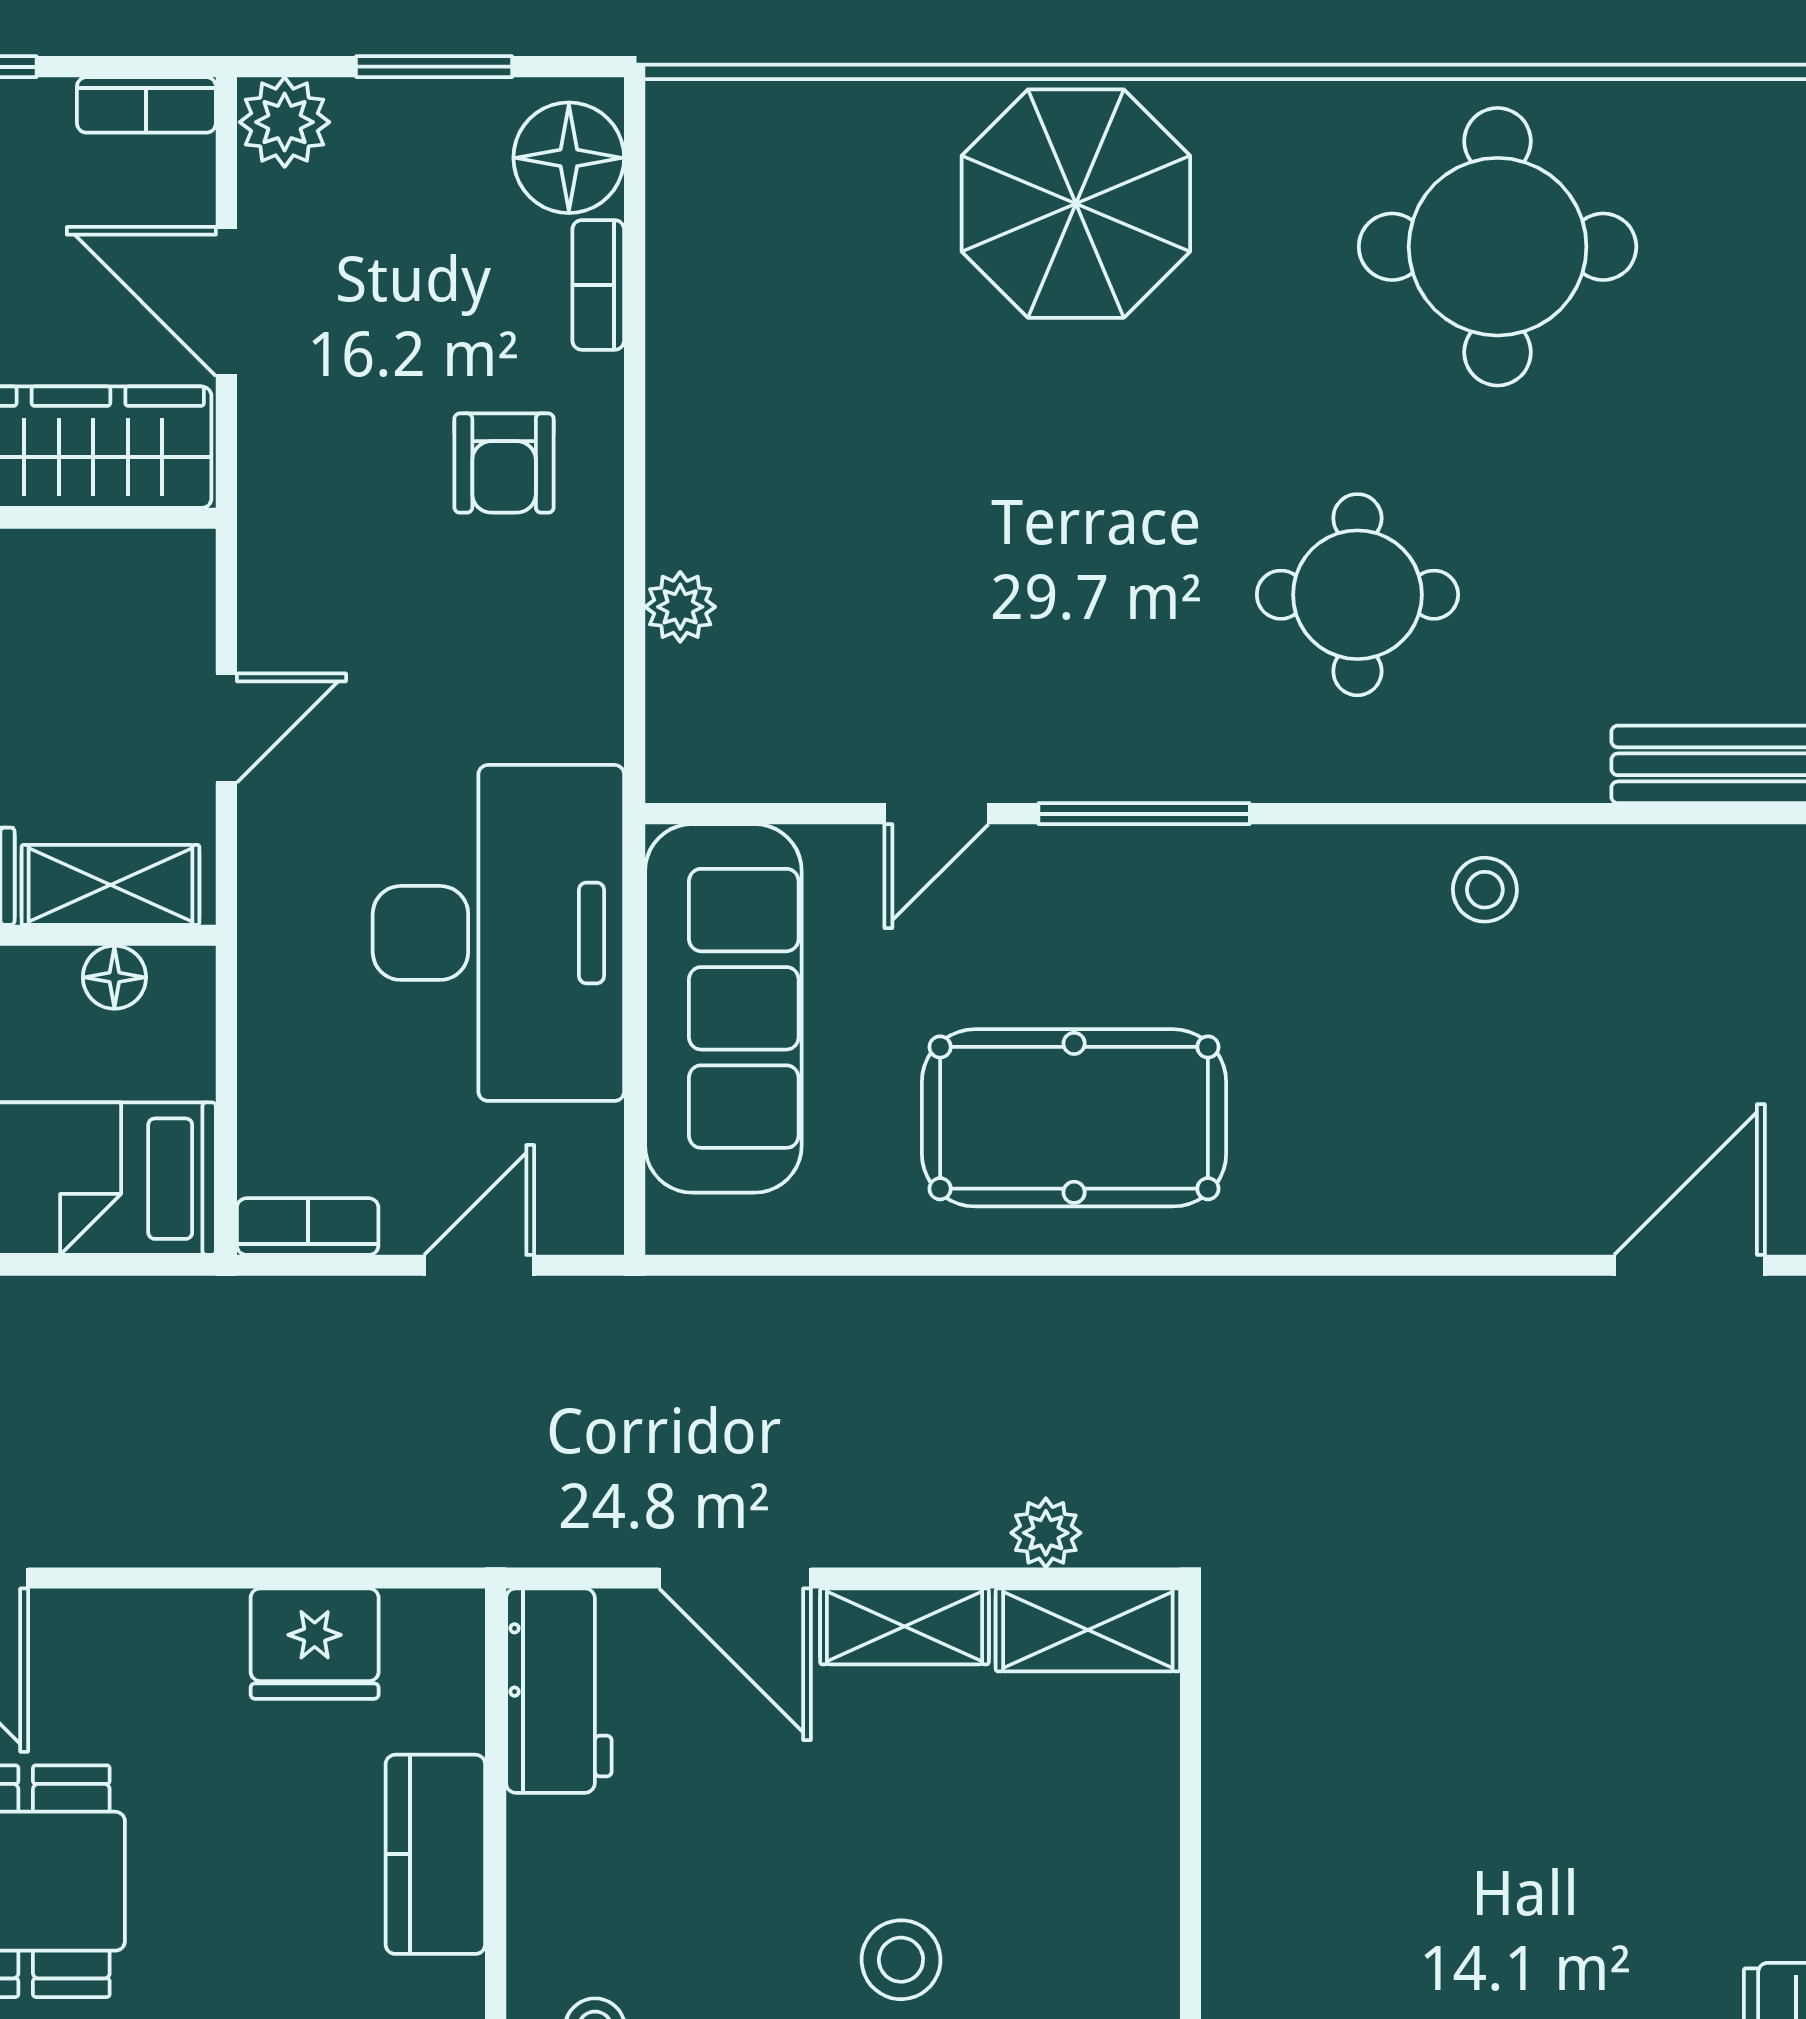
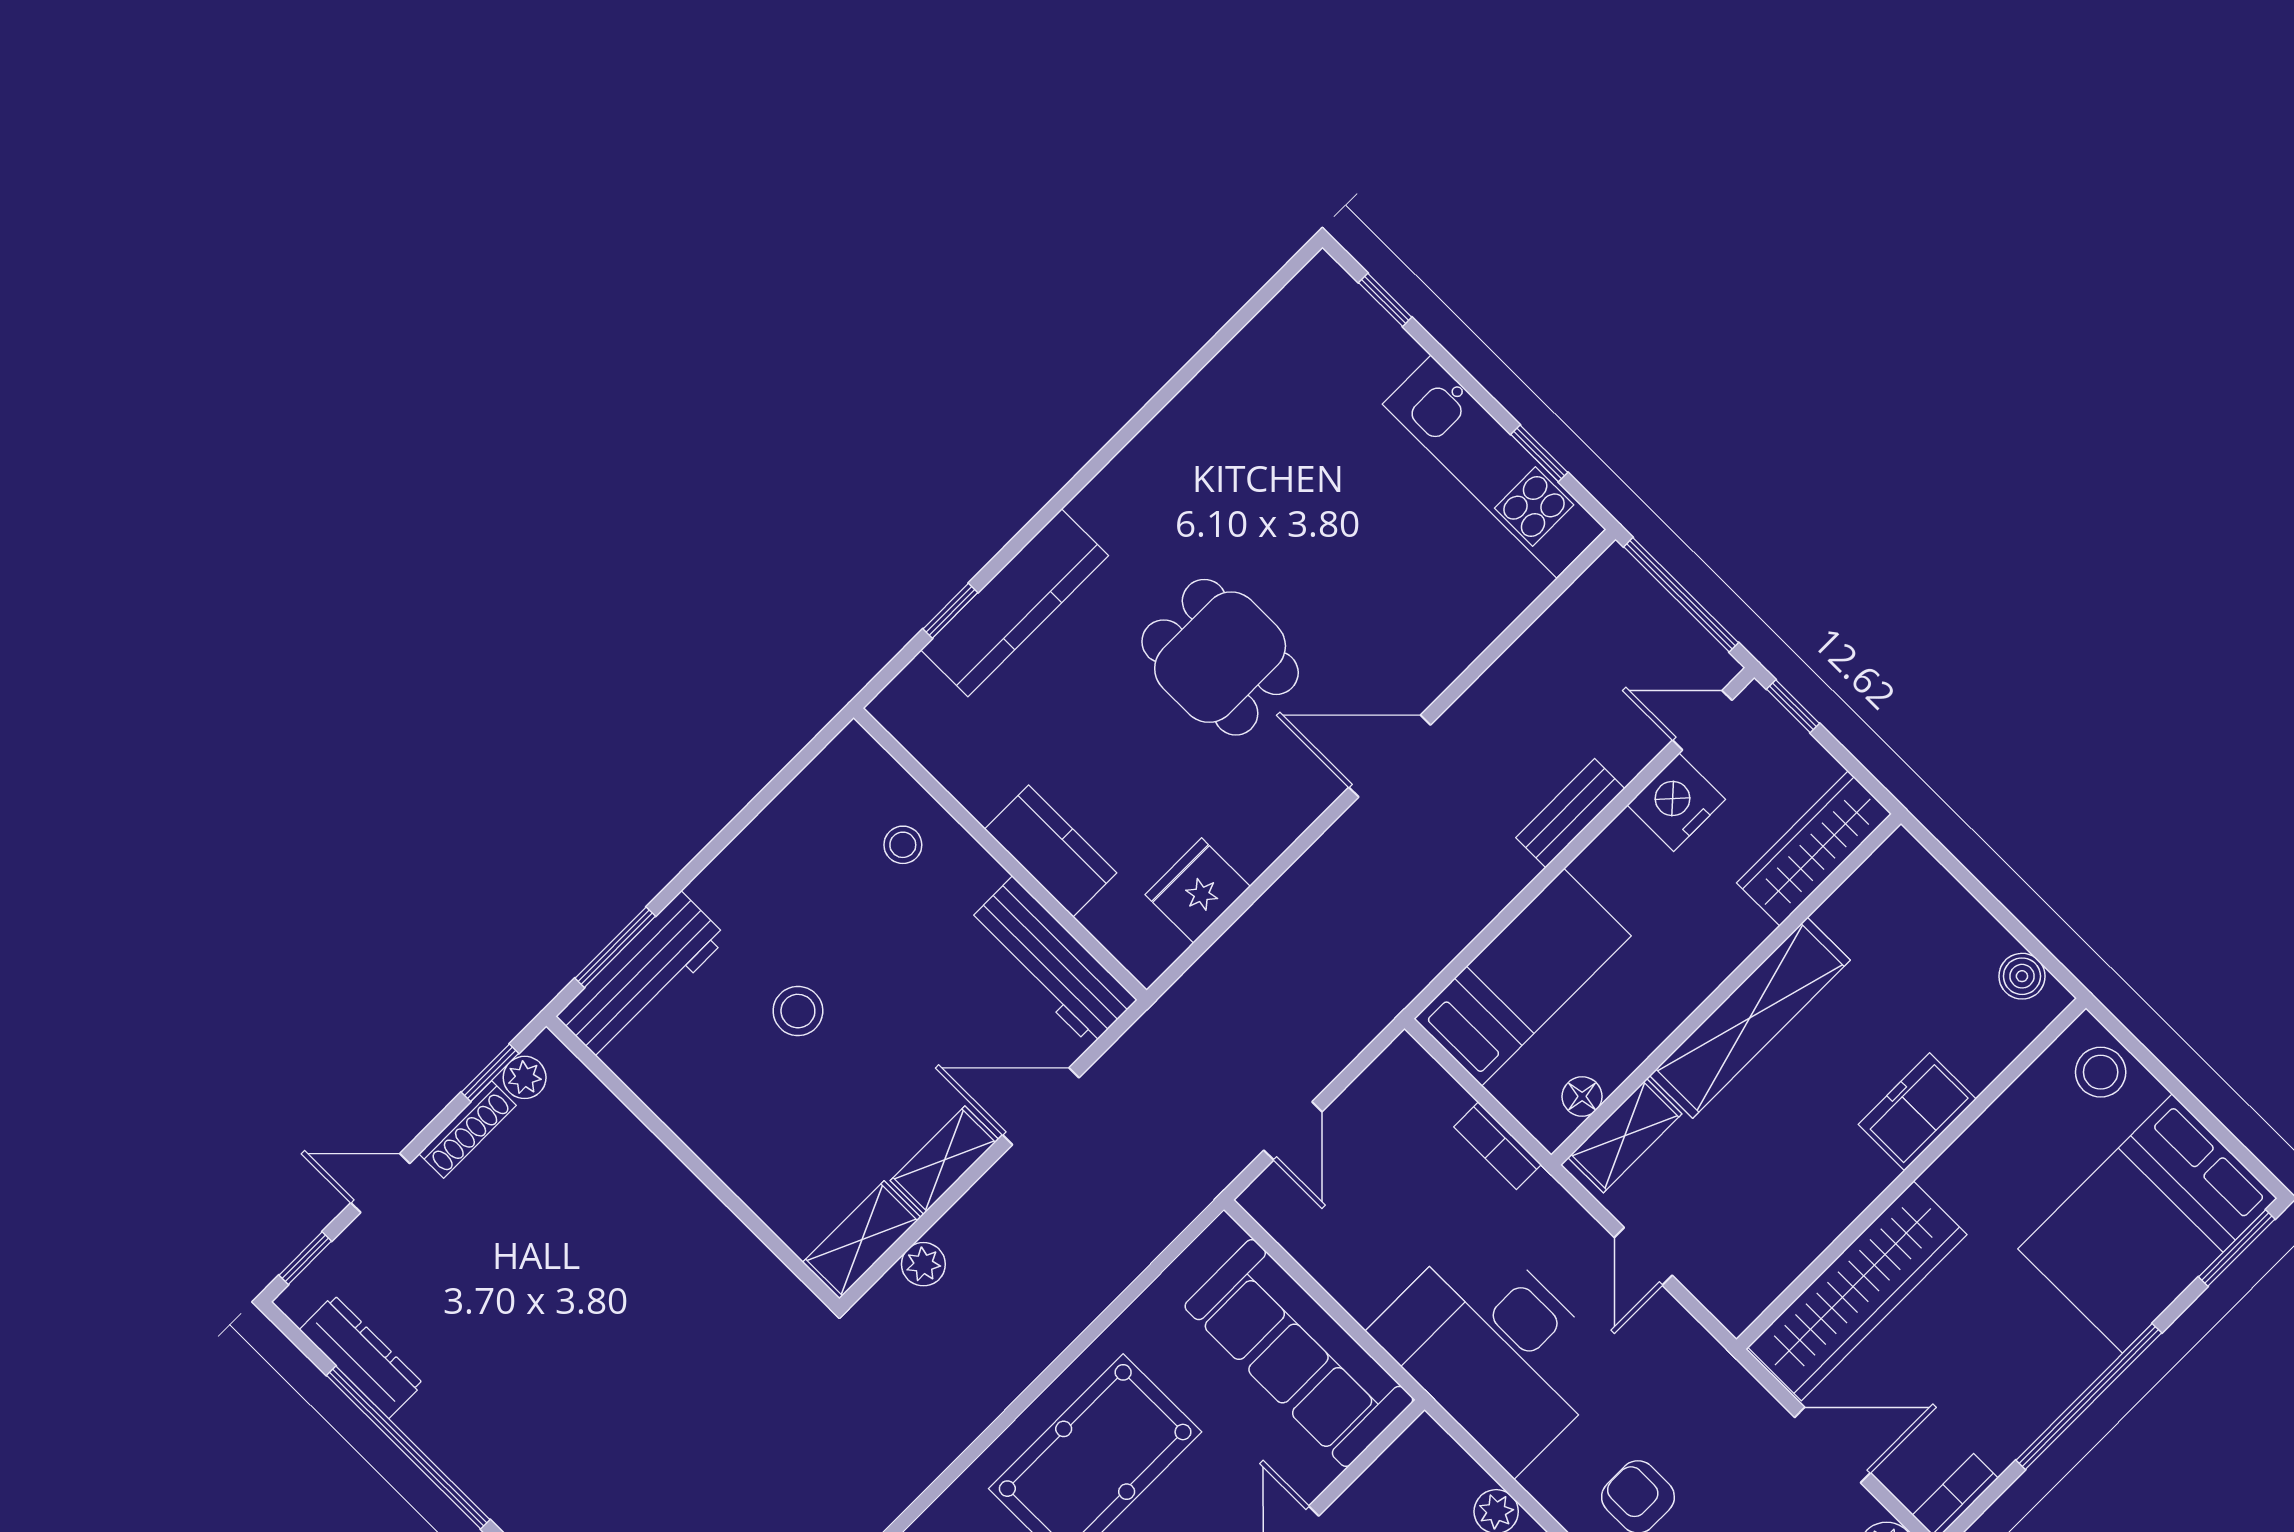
desk: (498, 933) -> (1495, 1350), moved
bookcase: (308, 1227) -> (1498, 1146), moved, turned 90
workbench: (559, 1691) -> (1052, 961), width x1.38

